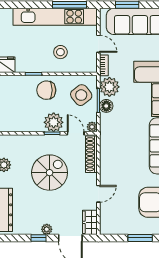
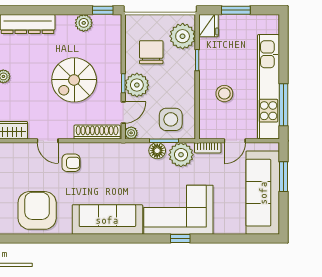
plant: (14, 86) -> (183, 36), added
chair: (46, 90) -> (151, 52), moved
side table: (81, 95) -> (171, 119), turned 38
spiral stairs: (50, 173) -> (74, 80), turned 90
armchair: (116, 175) -> (71, 163), added

